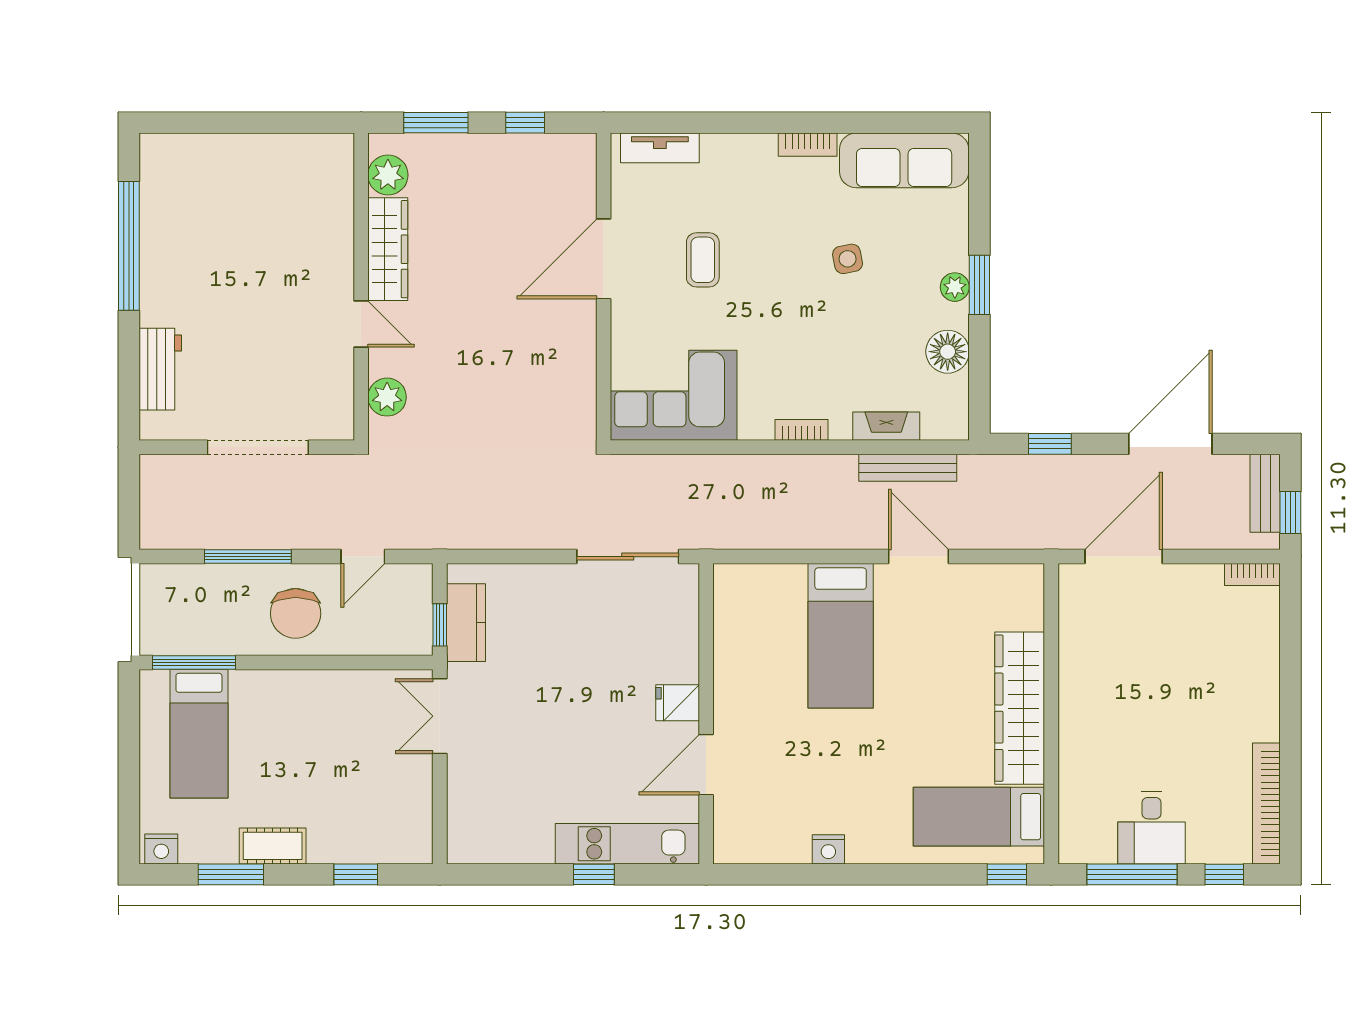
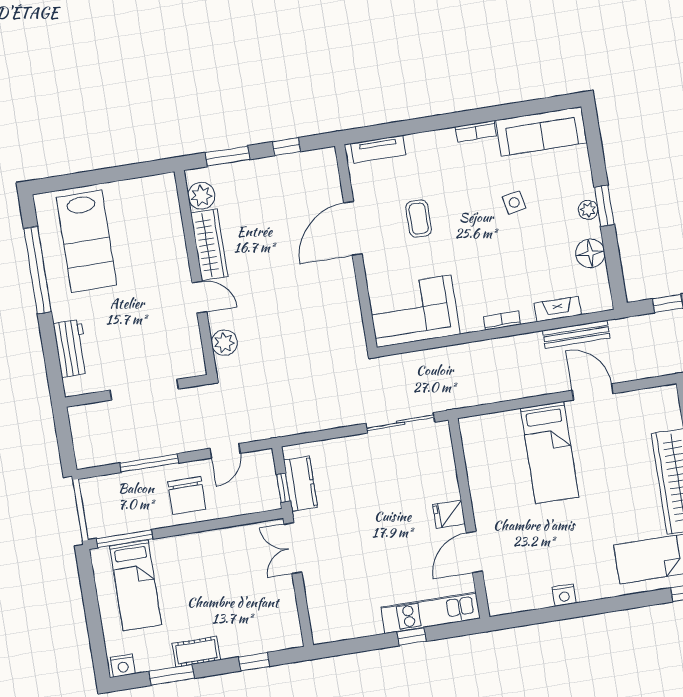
lab bench: (208, 215) -> (87, 241), added

